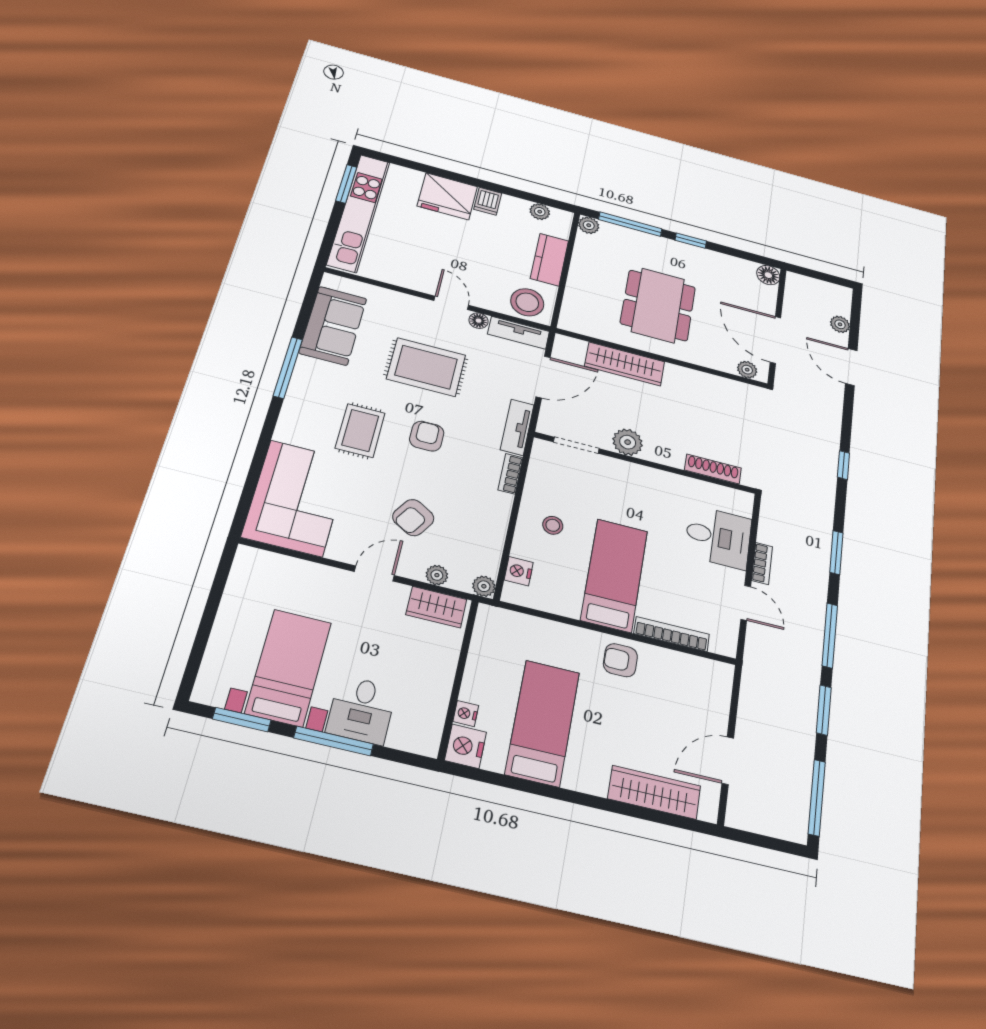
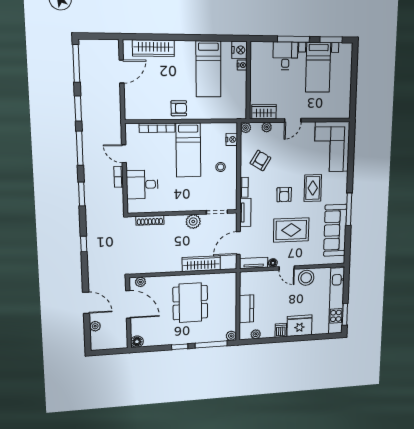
stool: (527, 302) -> (306, 278), moved
sofa: (333, 326) -> (335, 230), width x1.36
armchair: (413, 518) -> (260, 161), moved

